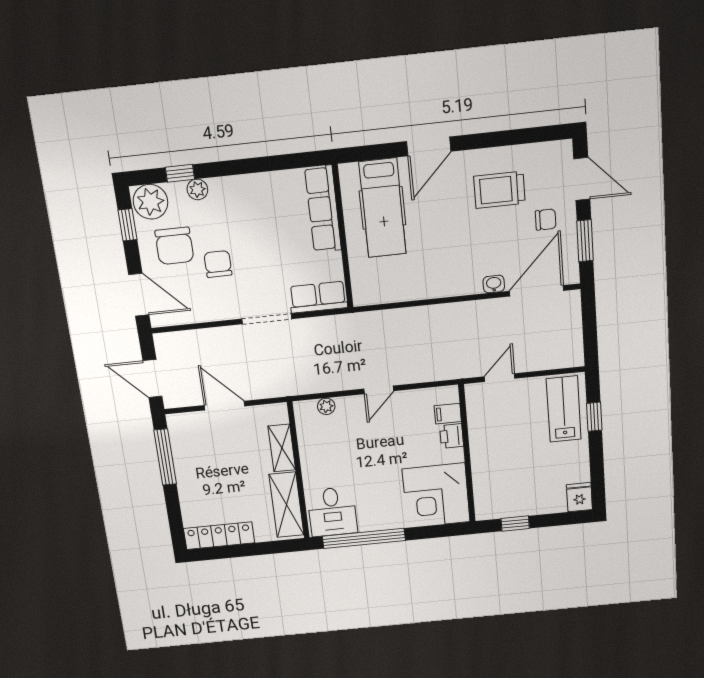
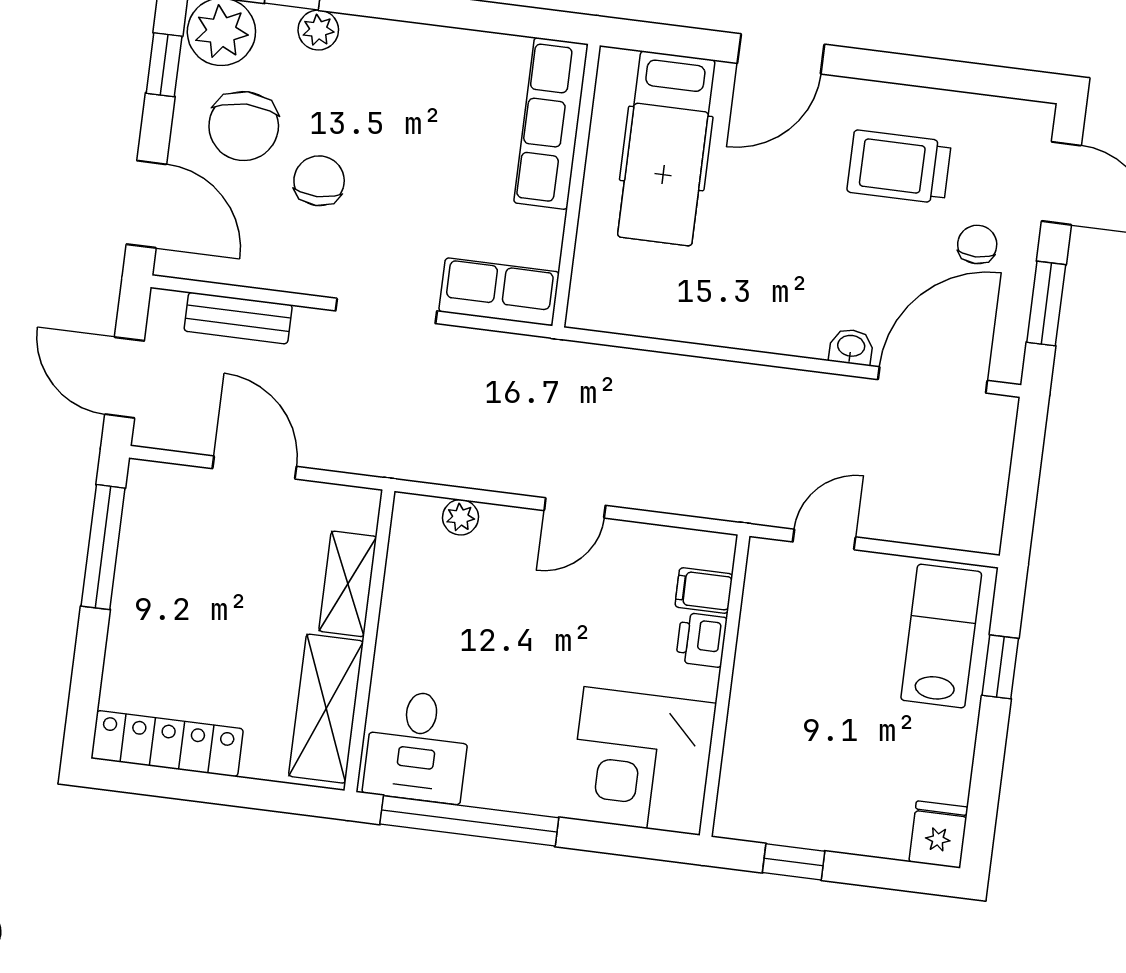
chair: (546, 220) -> (977, 244), turned -90
bench: (198, 339) -> (238, 318), added

